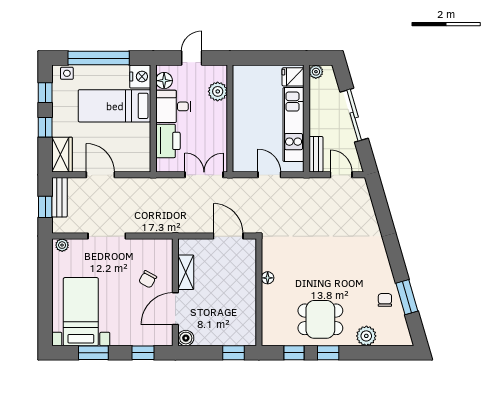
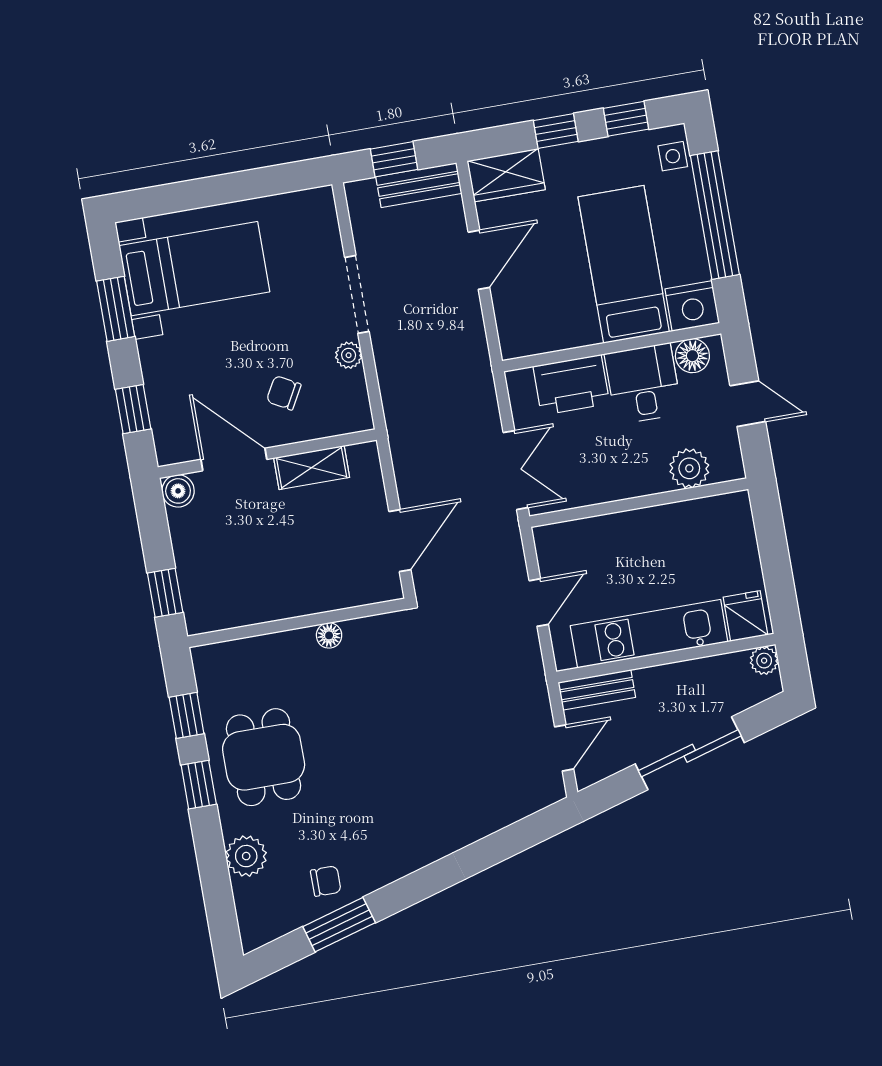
plant: (62, 245) -> (349, 355), moved

